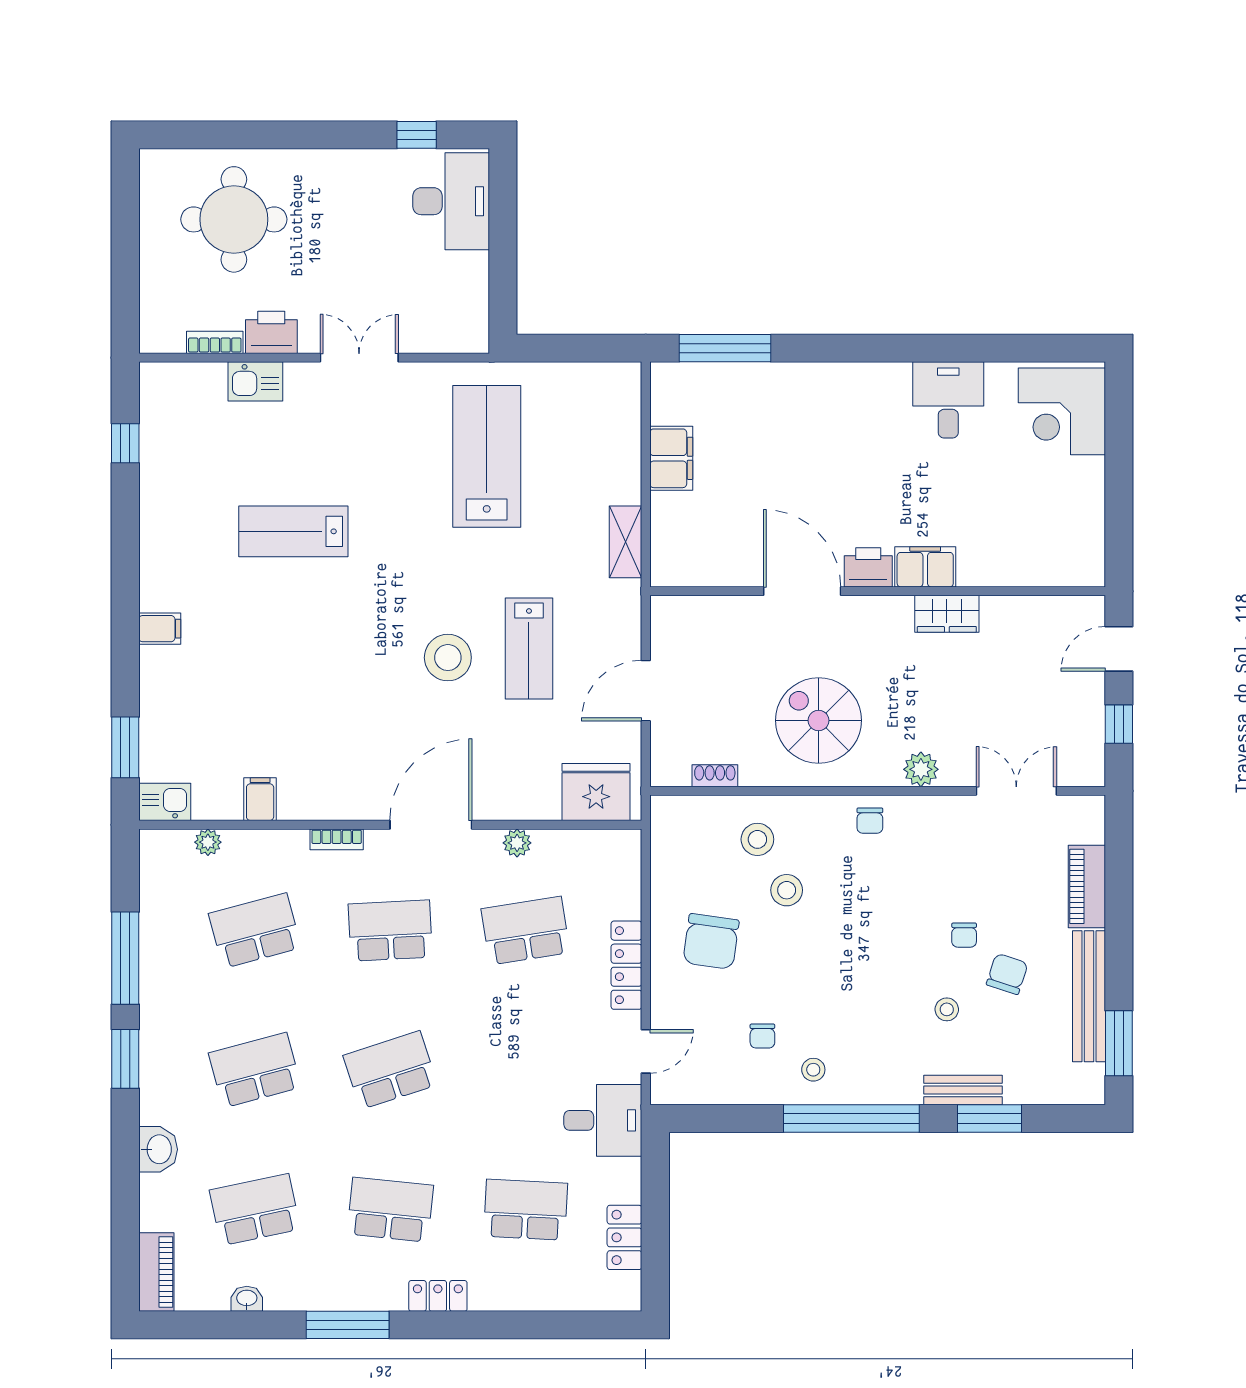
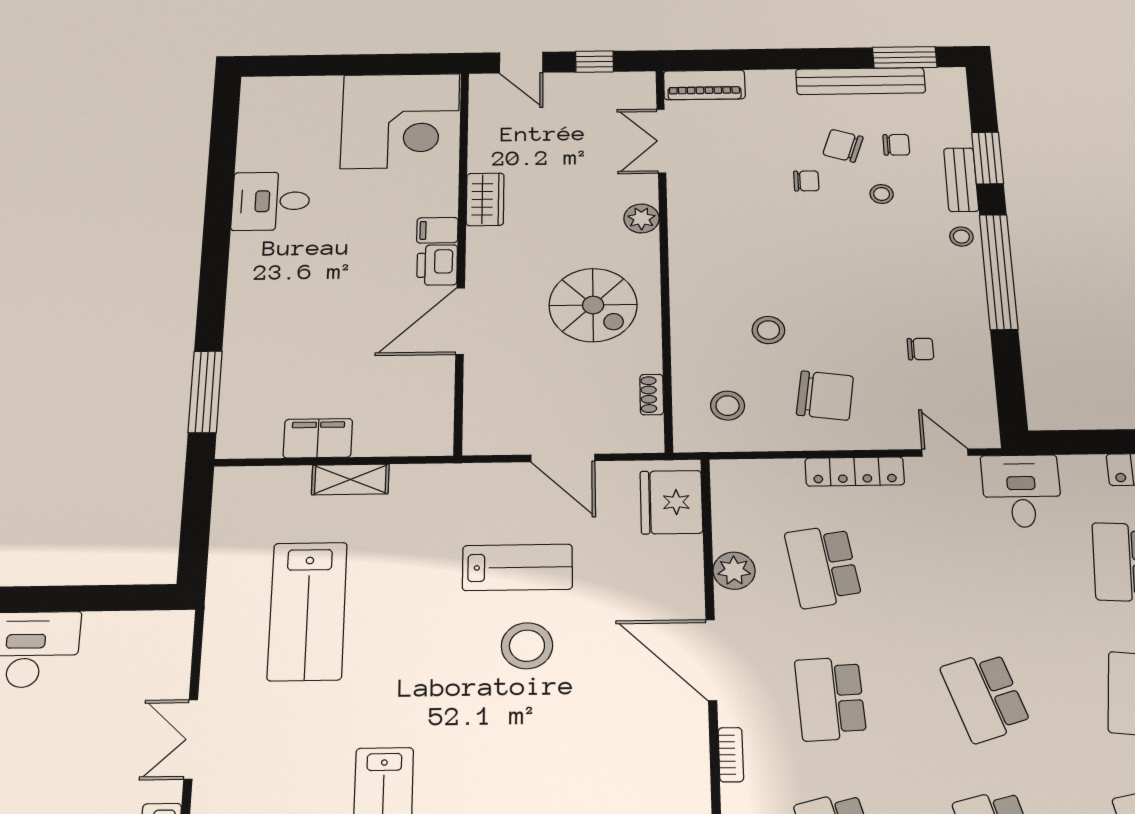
corner desk: (1062, 411) -> (400, 121), moved, width x1.36, depth x1.36
lab bench: (487, 456) -> (307, 611), turned -90
shelving: (626, 542) -> (350, 479), moved
filing cabinet: (925, 567) -> (437, 230), width x0.50
spiral stairs: (819, 720) -> (593, 305), turned -90
chair: (870, 821) -> (896, 145), moved
stool: (757, 839) -> (728, 406), moved
plant: (517, 843) -> (734, 571), width x1.38, depth x1.38
piano: (1087, 886) -> (704, 85), moved
stool: (813, 1070) -> (961, 237), moved

